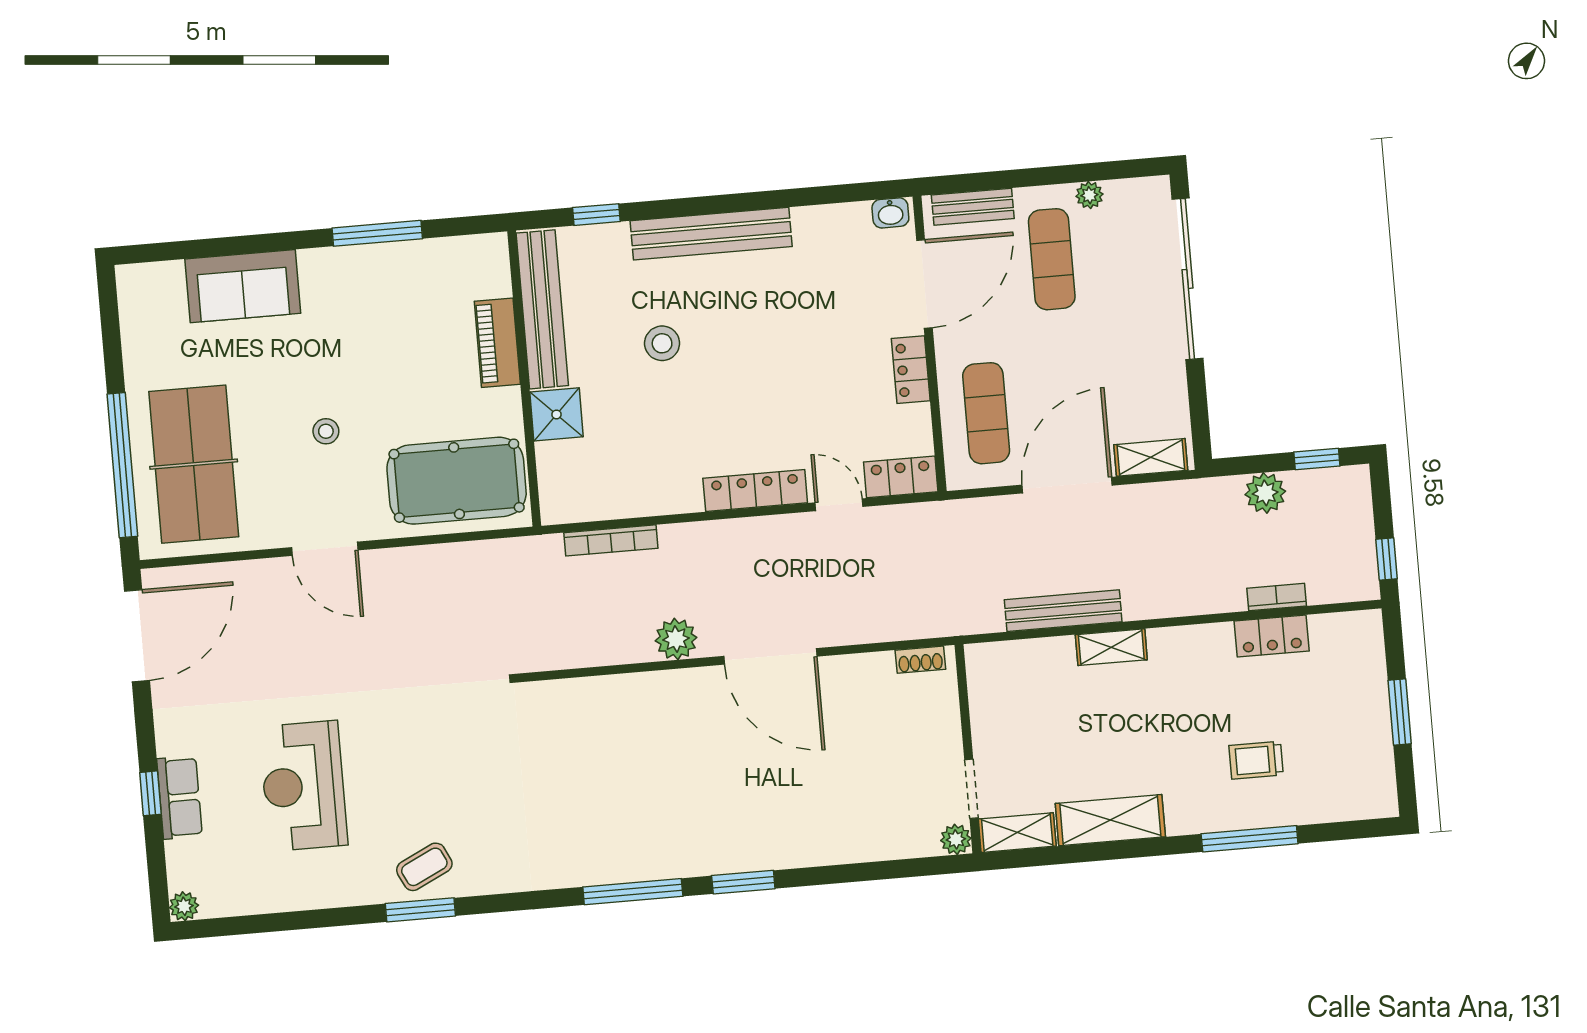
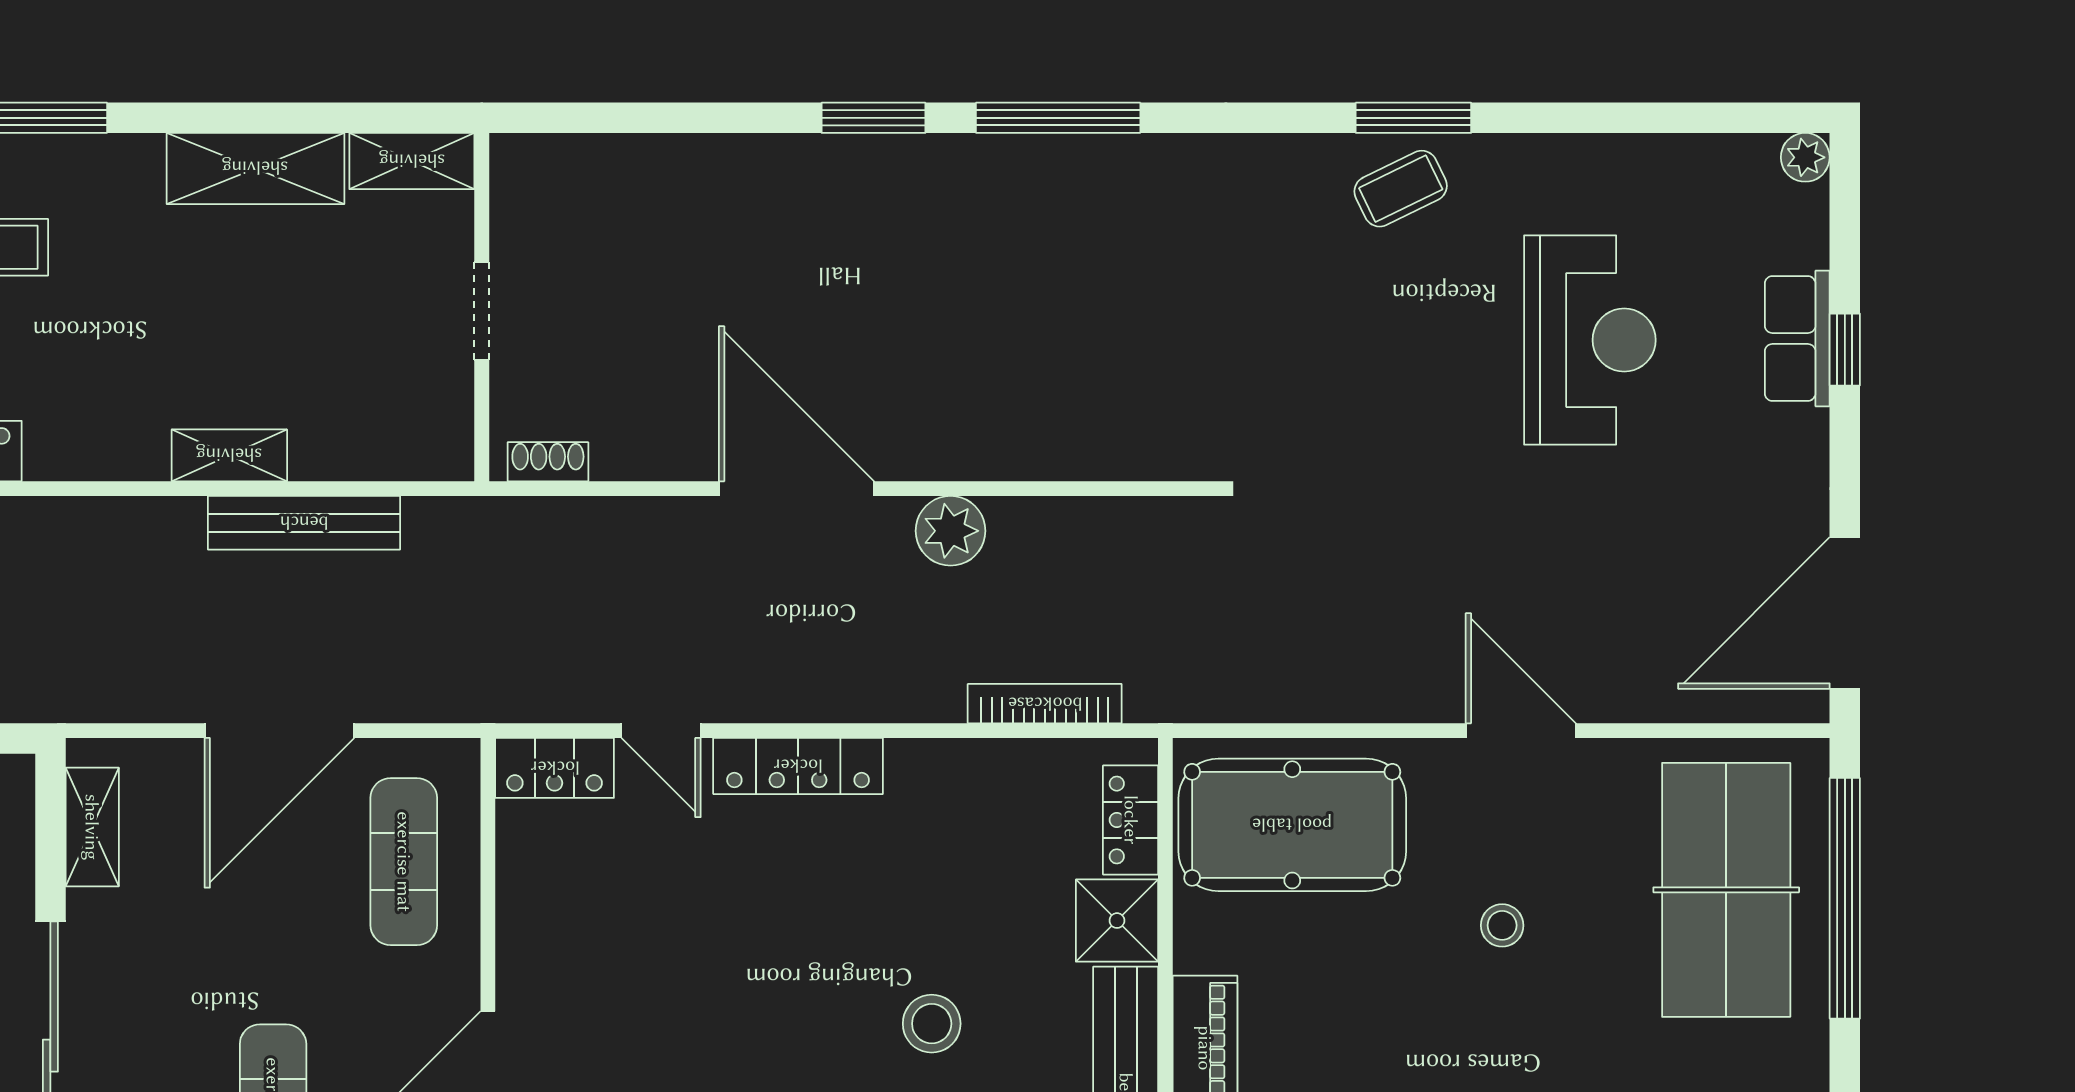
locker: (911, 370) -> (1131, 820), moved, turned 180
shelving: (1151, 457) -> (92, 827), moved, turned 90
doorway: (971, 789) -> (482, 311), moved
plant: (956, 839) -> (515, 159), removed

